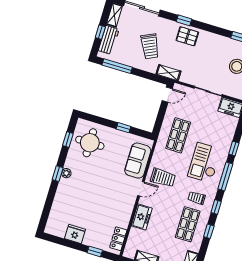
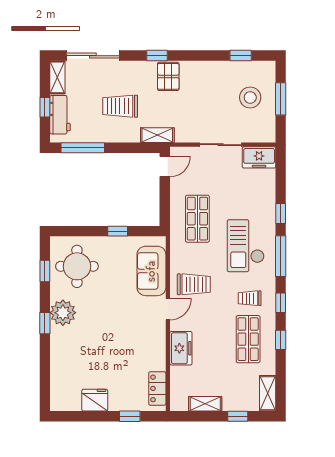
pallet: (187, 36) -> (168, 76), turned 90
trolley: (150, 46) -> (120, 106), turned 115
plant: (66, 173) -> (63, 313), width x1.88, depth x1.88

